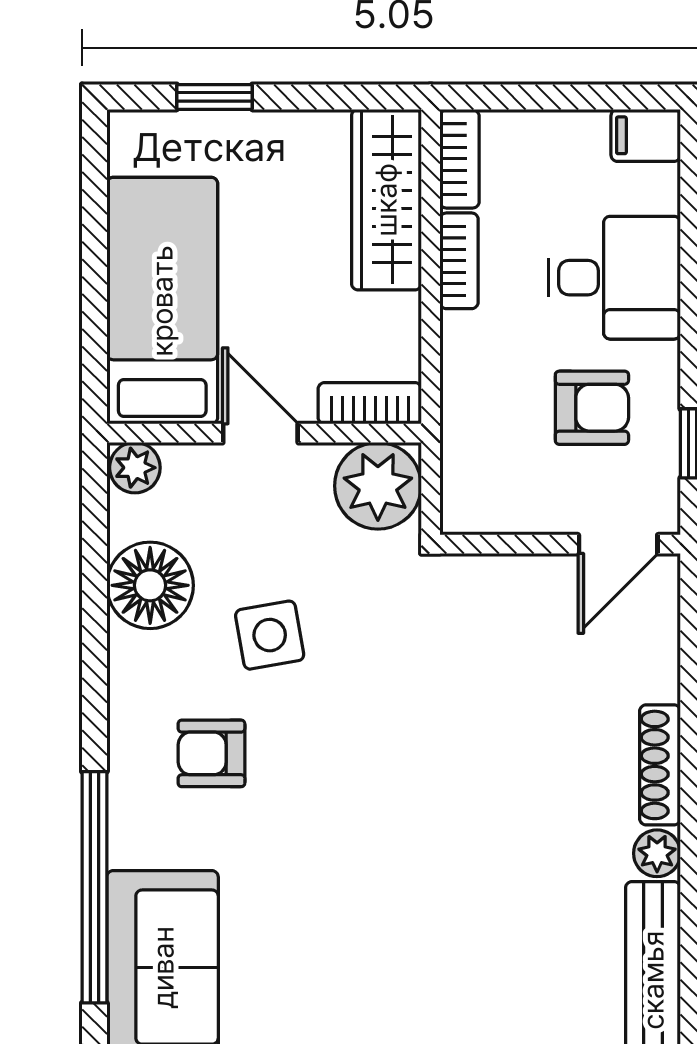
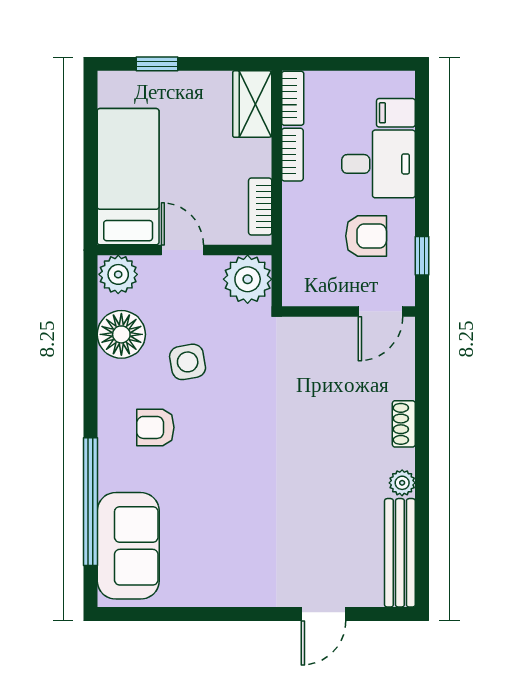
filing cabinet: (646, 135) -> (396, 113), moved
wardrobe: (386, 200) -> (252, 104), width x0.67
bookcase: (370, 403) -> (260, 206), moved, turned -90
plant: (135, 468) -> (118, 274), width x1.38, depth x1.38
shoe rack: (660, 765) -> (404, 424), width x0.70

